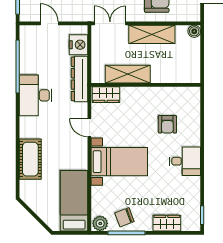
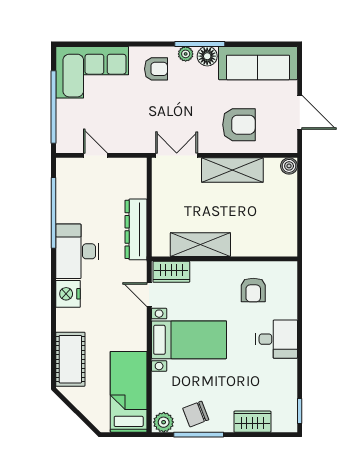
nightstand: (79, 45) -> (68, 294), moved, turned 180
shelving: (128, 74) -> (200, 245), moved
wall: (146, 85) -> (224, 259), moved
wardrobe: (106, 95) -> (171, 272), moved
cot: (30, 159) -> (70, 359), moved

